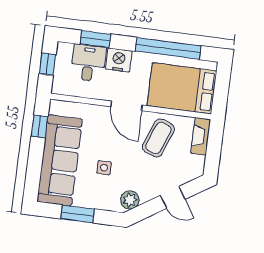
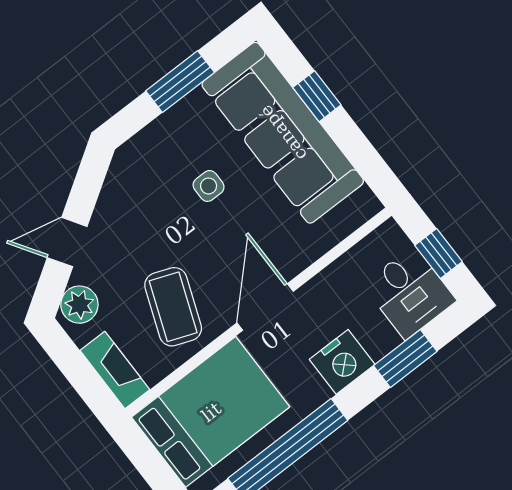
desk: (88, 63) -> (409, 293), moved
door: (126, 106) -> (265, 307), hinge flipped
window: (40, 126) -> (317, 96), moved
plant: (130, 200) -> (79, 305), moved

